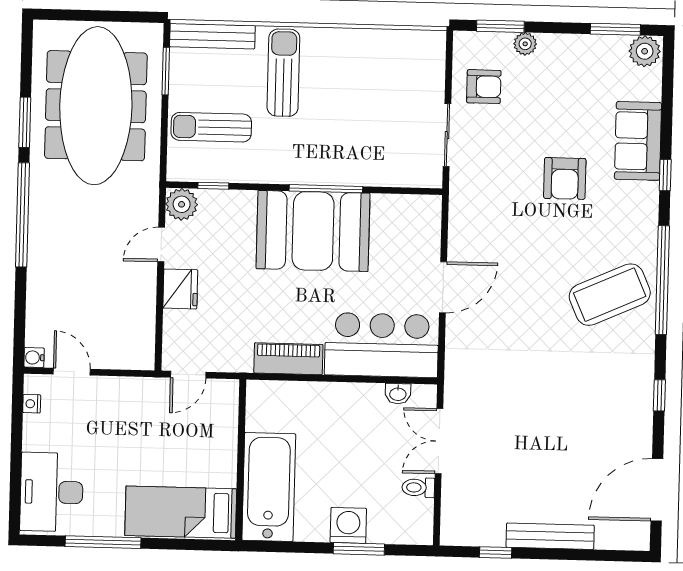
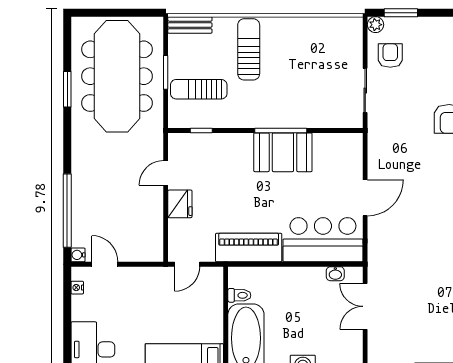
bench: (212, 36) -> (190, 25), width x0.73
plant: (525, 44) -> (376, 25), moved
window: (166, 71) -> (166, 72), moved
armchair: (484, 87) -> (390, 56), turned -90
plant: (182, 204) -> (179, 144), removed
window: (22, 215) -> (67, 211), moved
booth: (313, 231) -> (283, 152), width x0.73, depth x0.70
piano: (288, 359) -> (249, 248), width x1.37, depth x1.33
toilet: (418, 488) -> (239, 295), moved, turned 180

